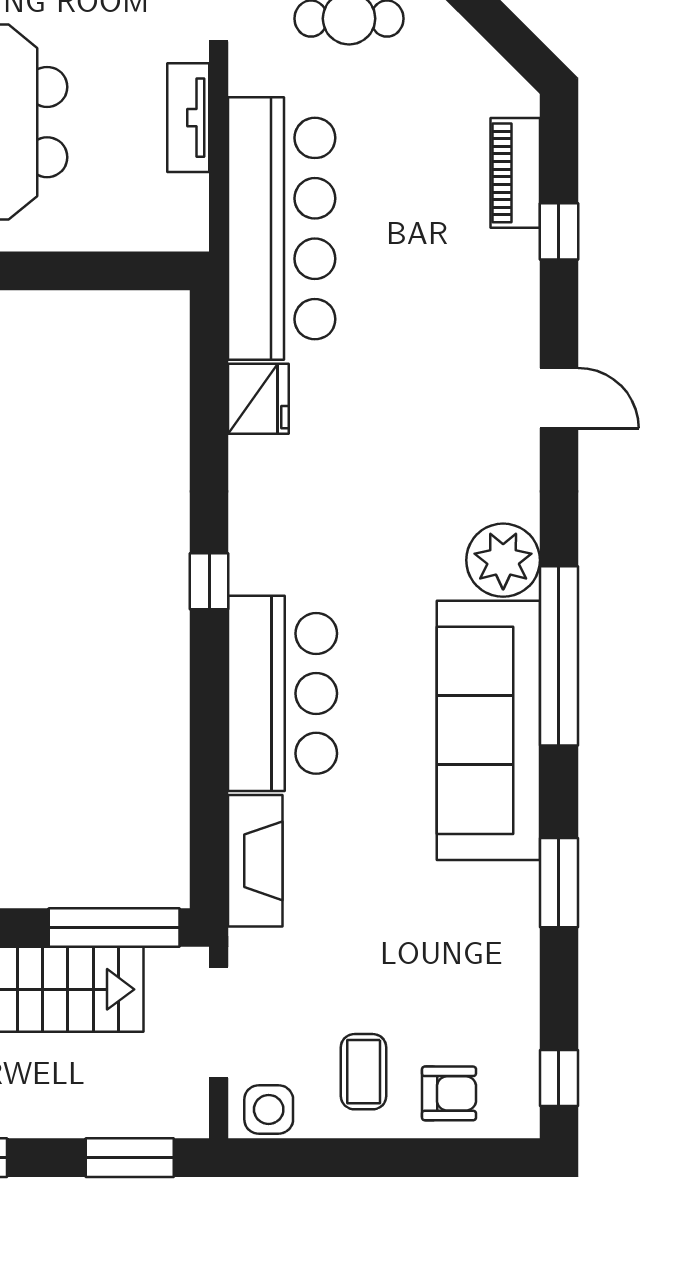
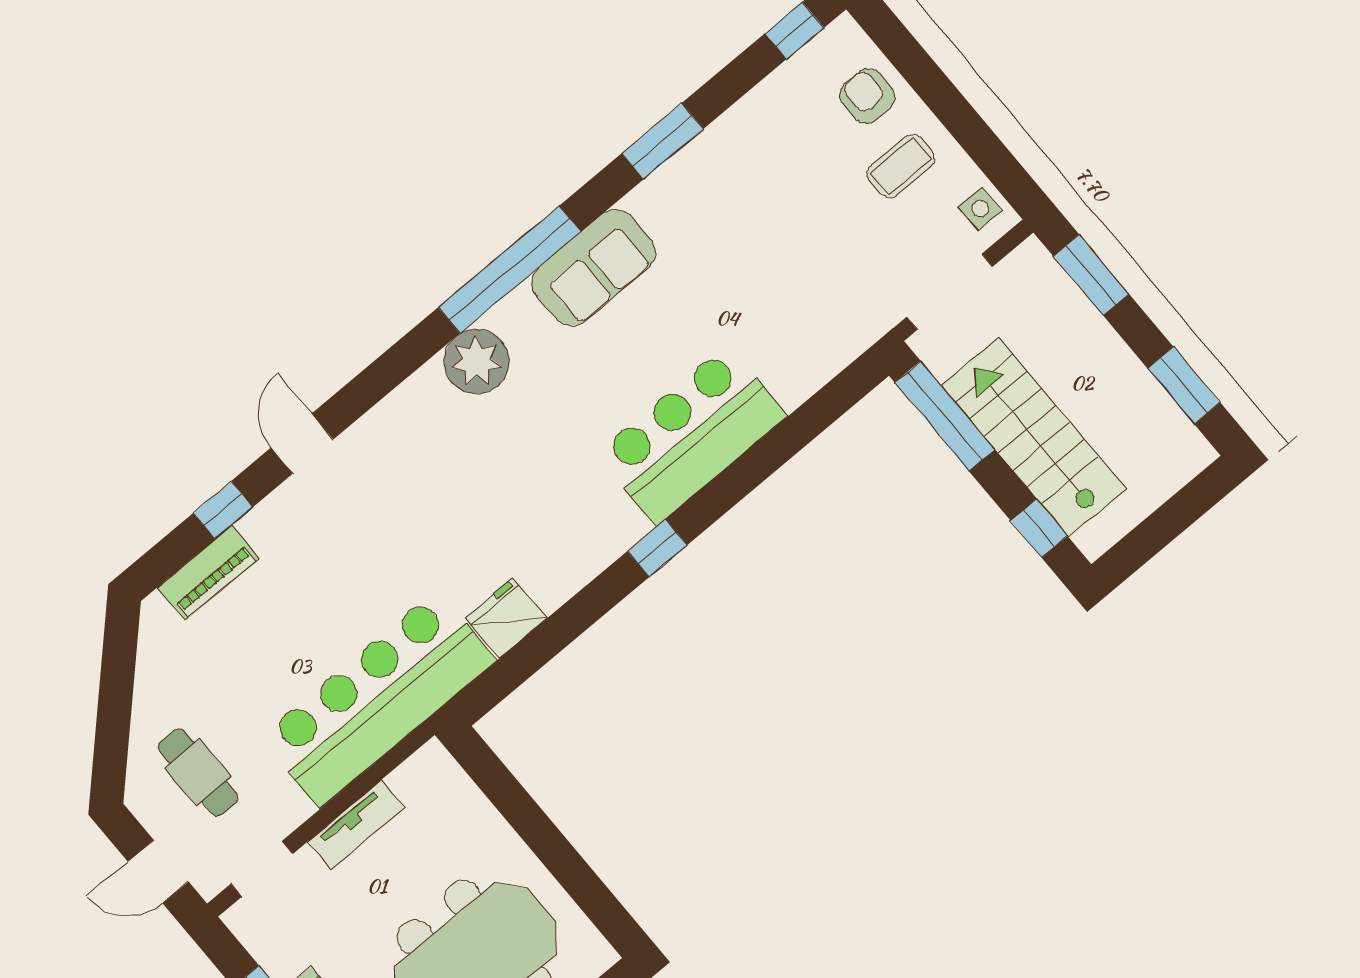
door: (559, 398) -> (302, 444), moved
sofa: (488, 730) -> (594, 268), width x0.54, depth x0.79
fireplace: (255, 861) -> (820, 358), removed
side table: (269, 1109) -> (980, 209), width x0.73, depth x0.73

